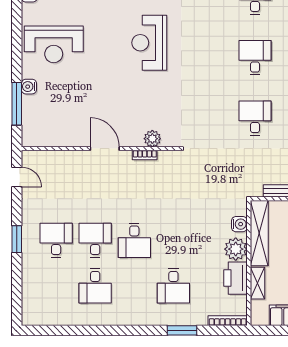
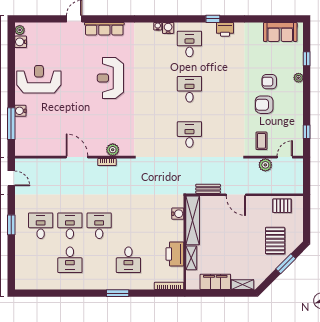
reception desk: (54, 44) -> (39, 79), turned 180
desk: (134, 240) -> (99, 226), turned 180
plant: (236, 249) -> (175, 232), removed
window: (182, 330) -> (118, 293), moved

